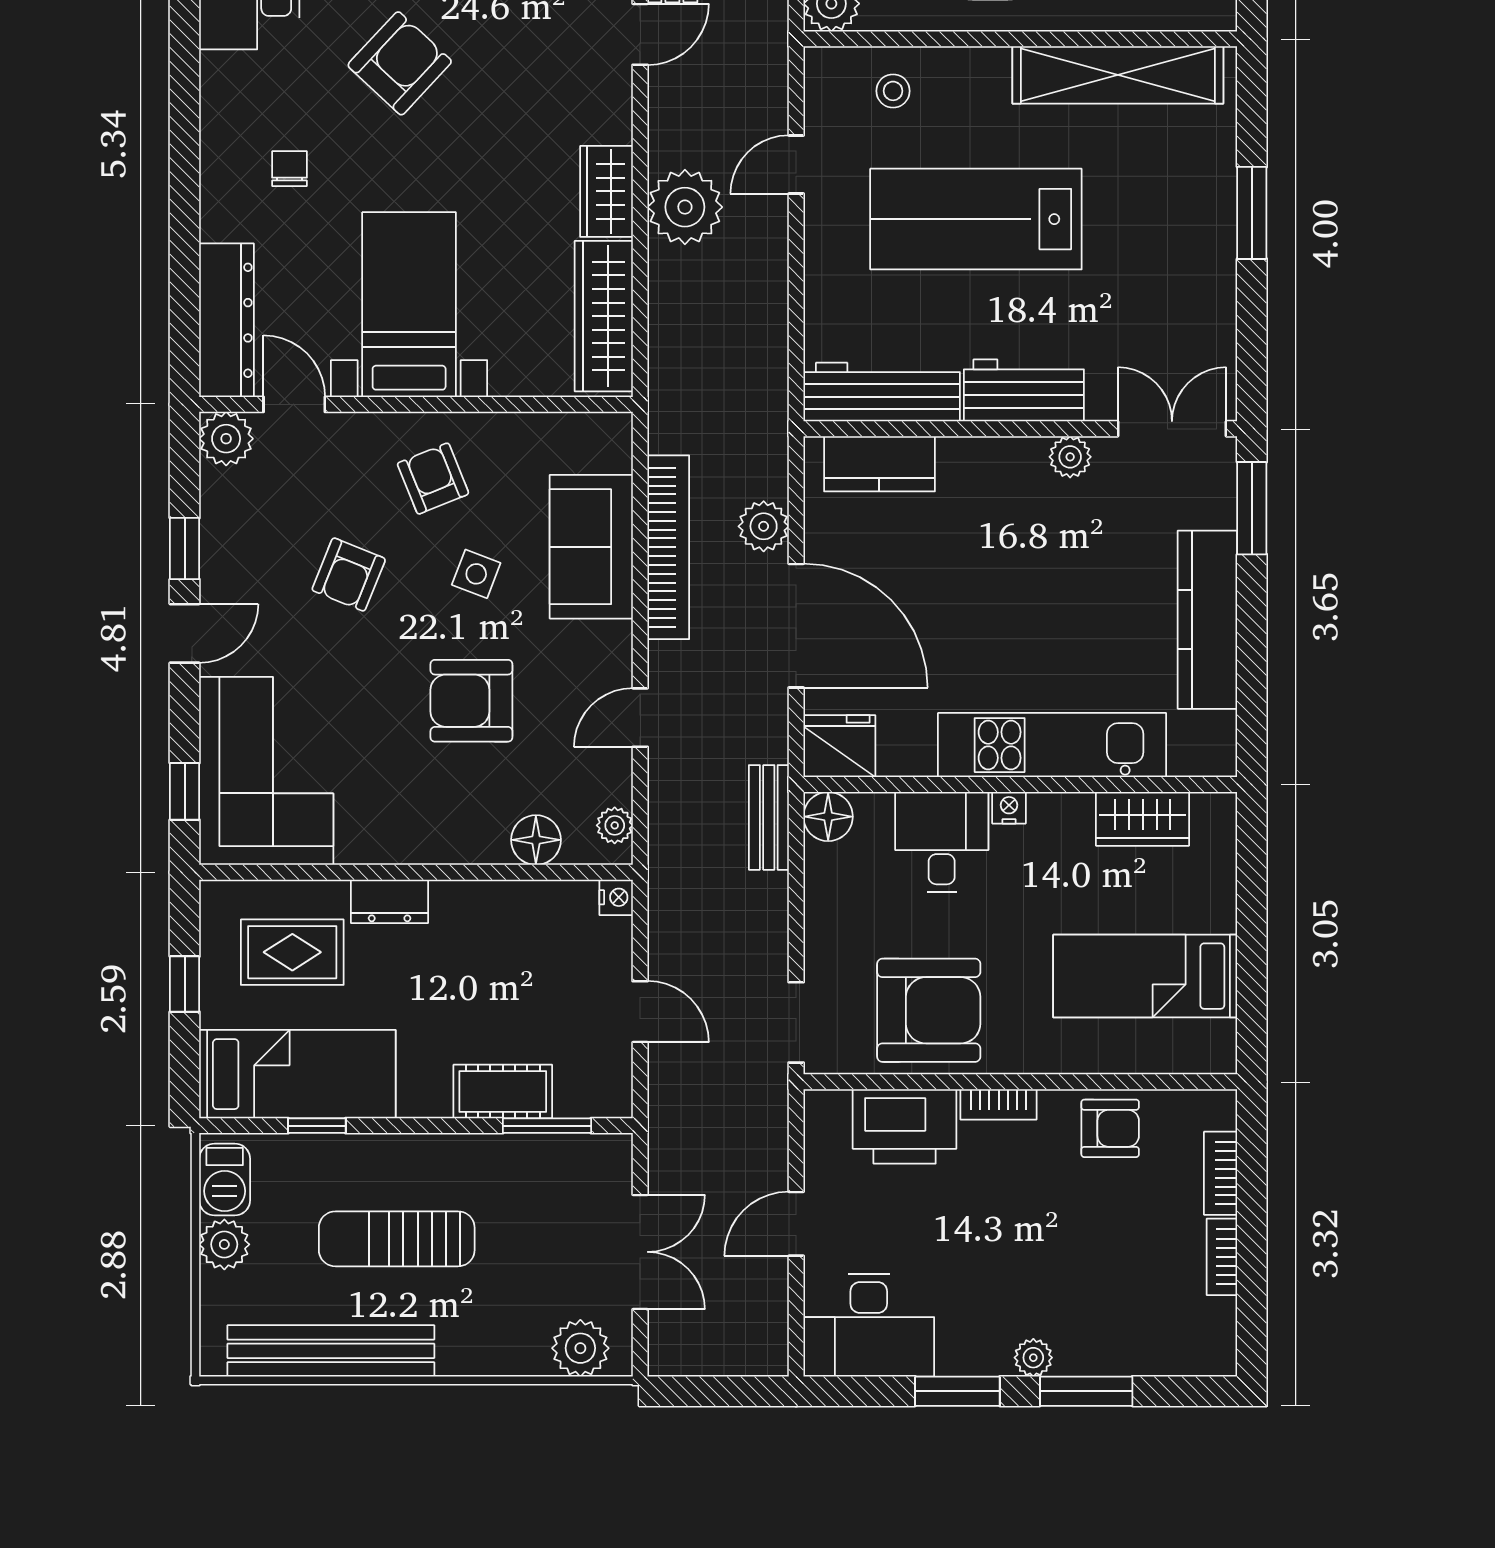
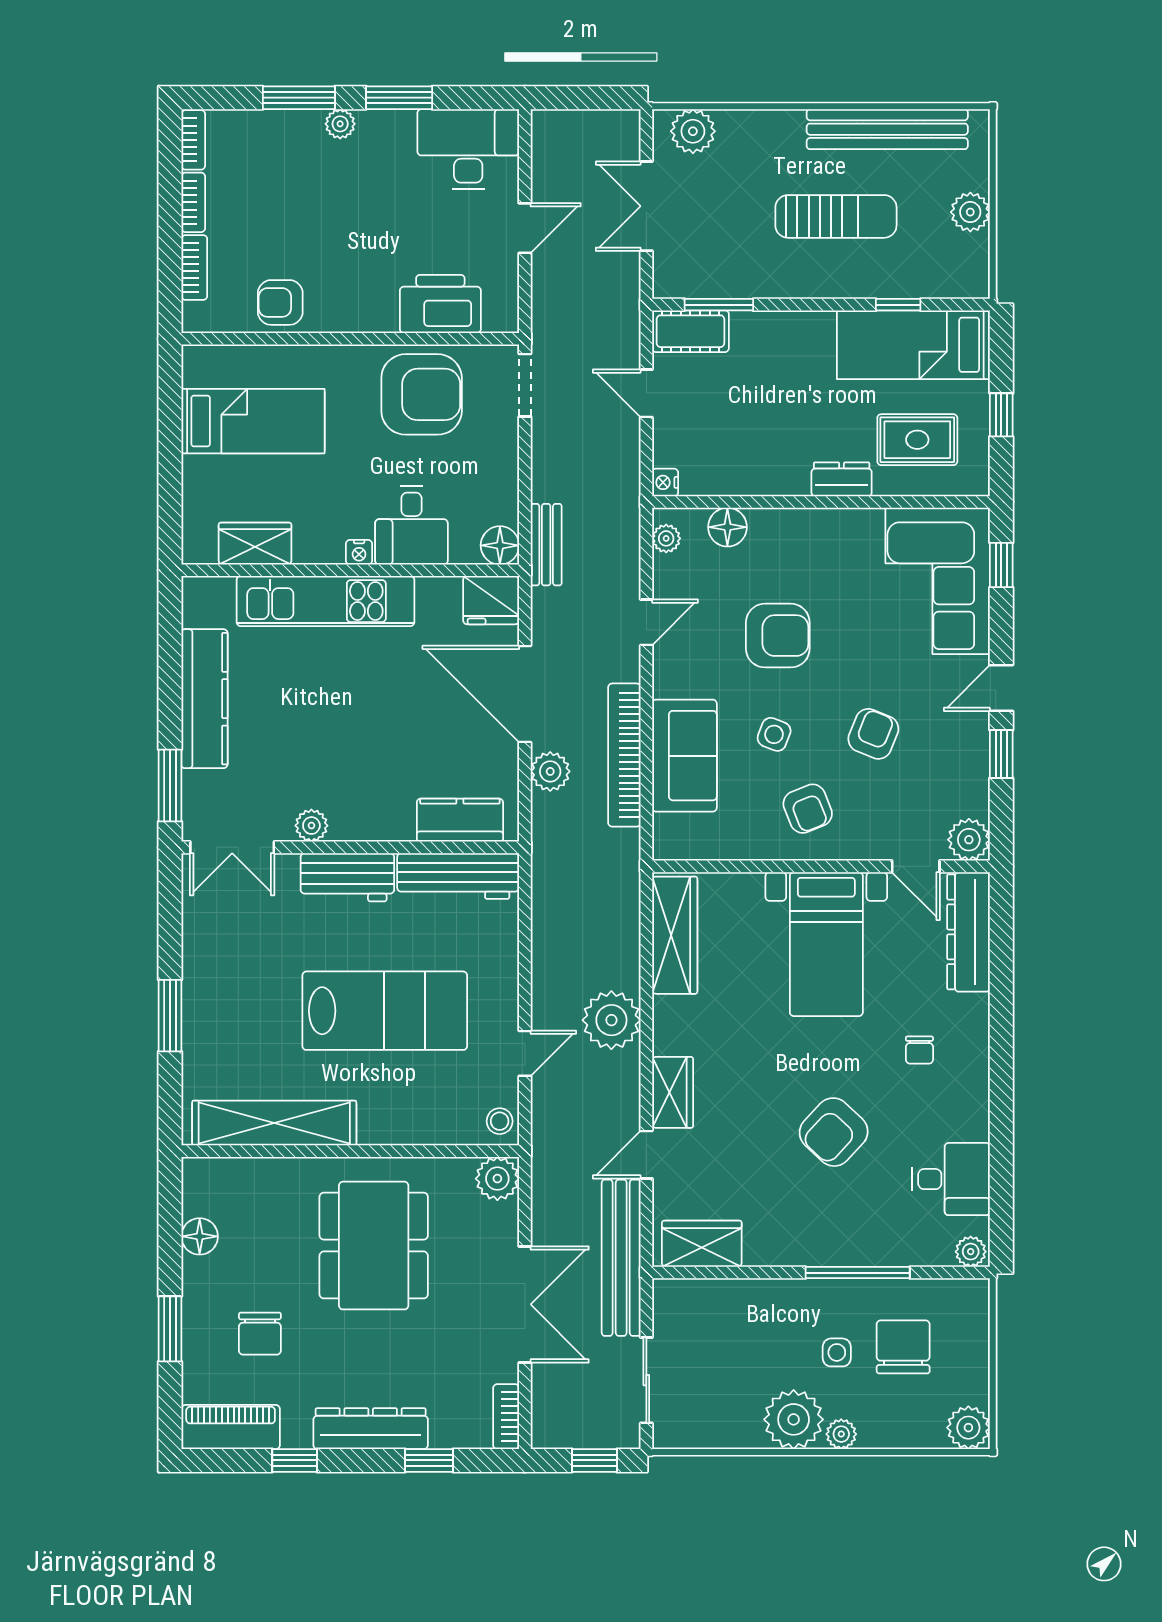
stool: (893, 91) -> (500, 1121), moved
wardrobe: (606, 191) -> (673, 1092), moved
armchair: (929, 1010) -> (422, 394), turned 180
cot: (503, 1091) -> (690, 331), moved
bookcase: (999, 1104) -> (193, 140), moved, turned 90
barbecue: (225, 1180) -> (970, 263), removed

